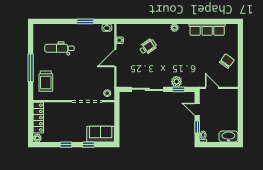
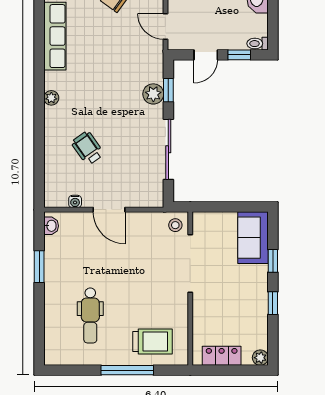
door: (212, 88) -> (165, 26), hinge flipped
locker: (38, 118) -> (222, 356), width x0.66

